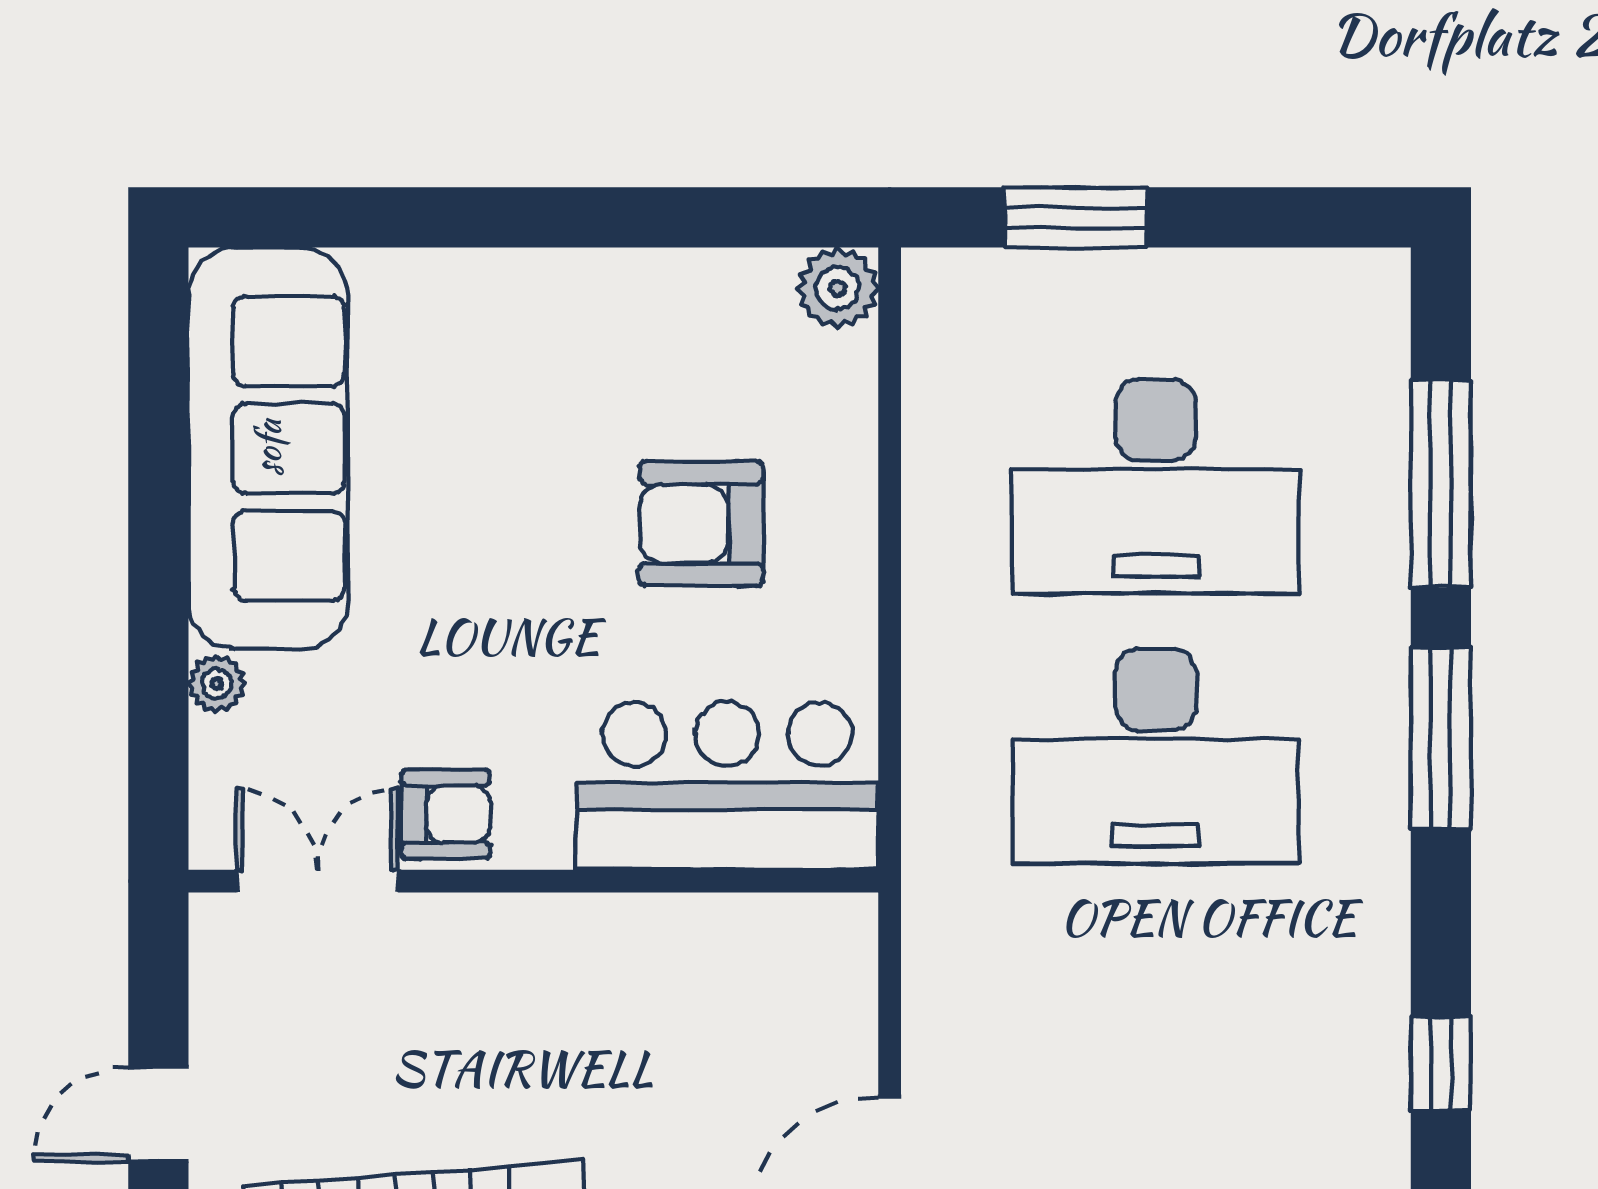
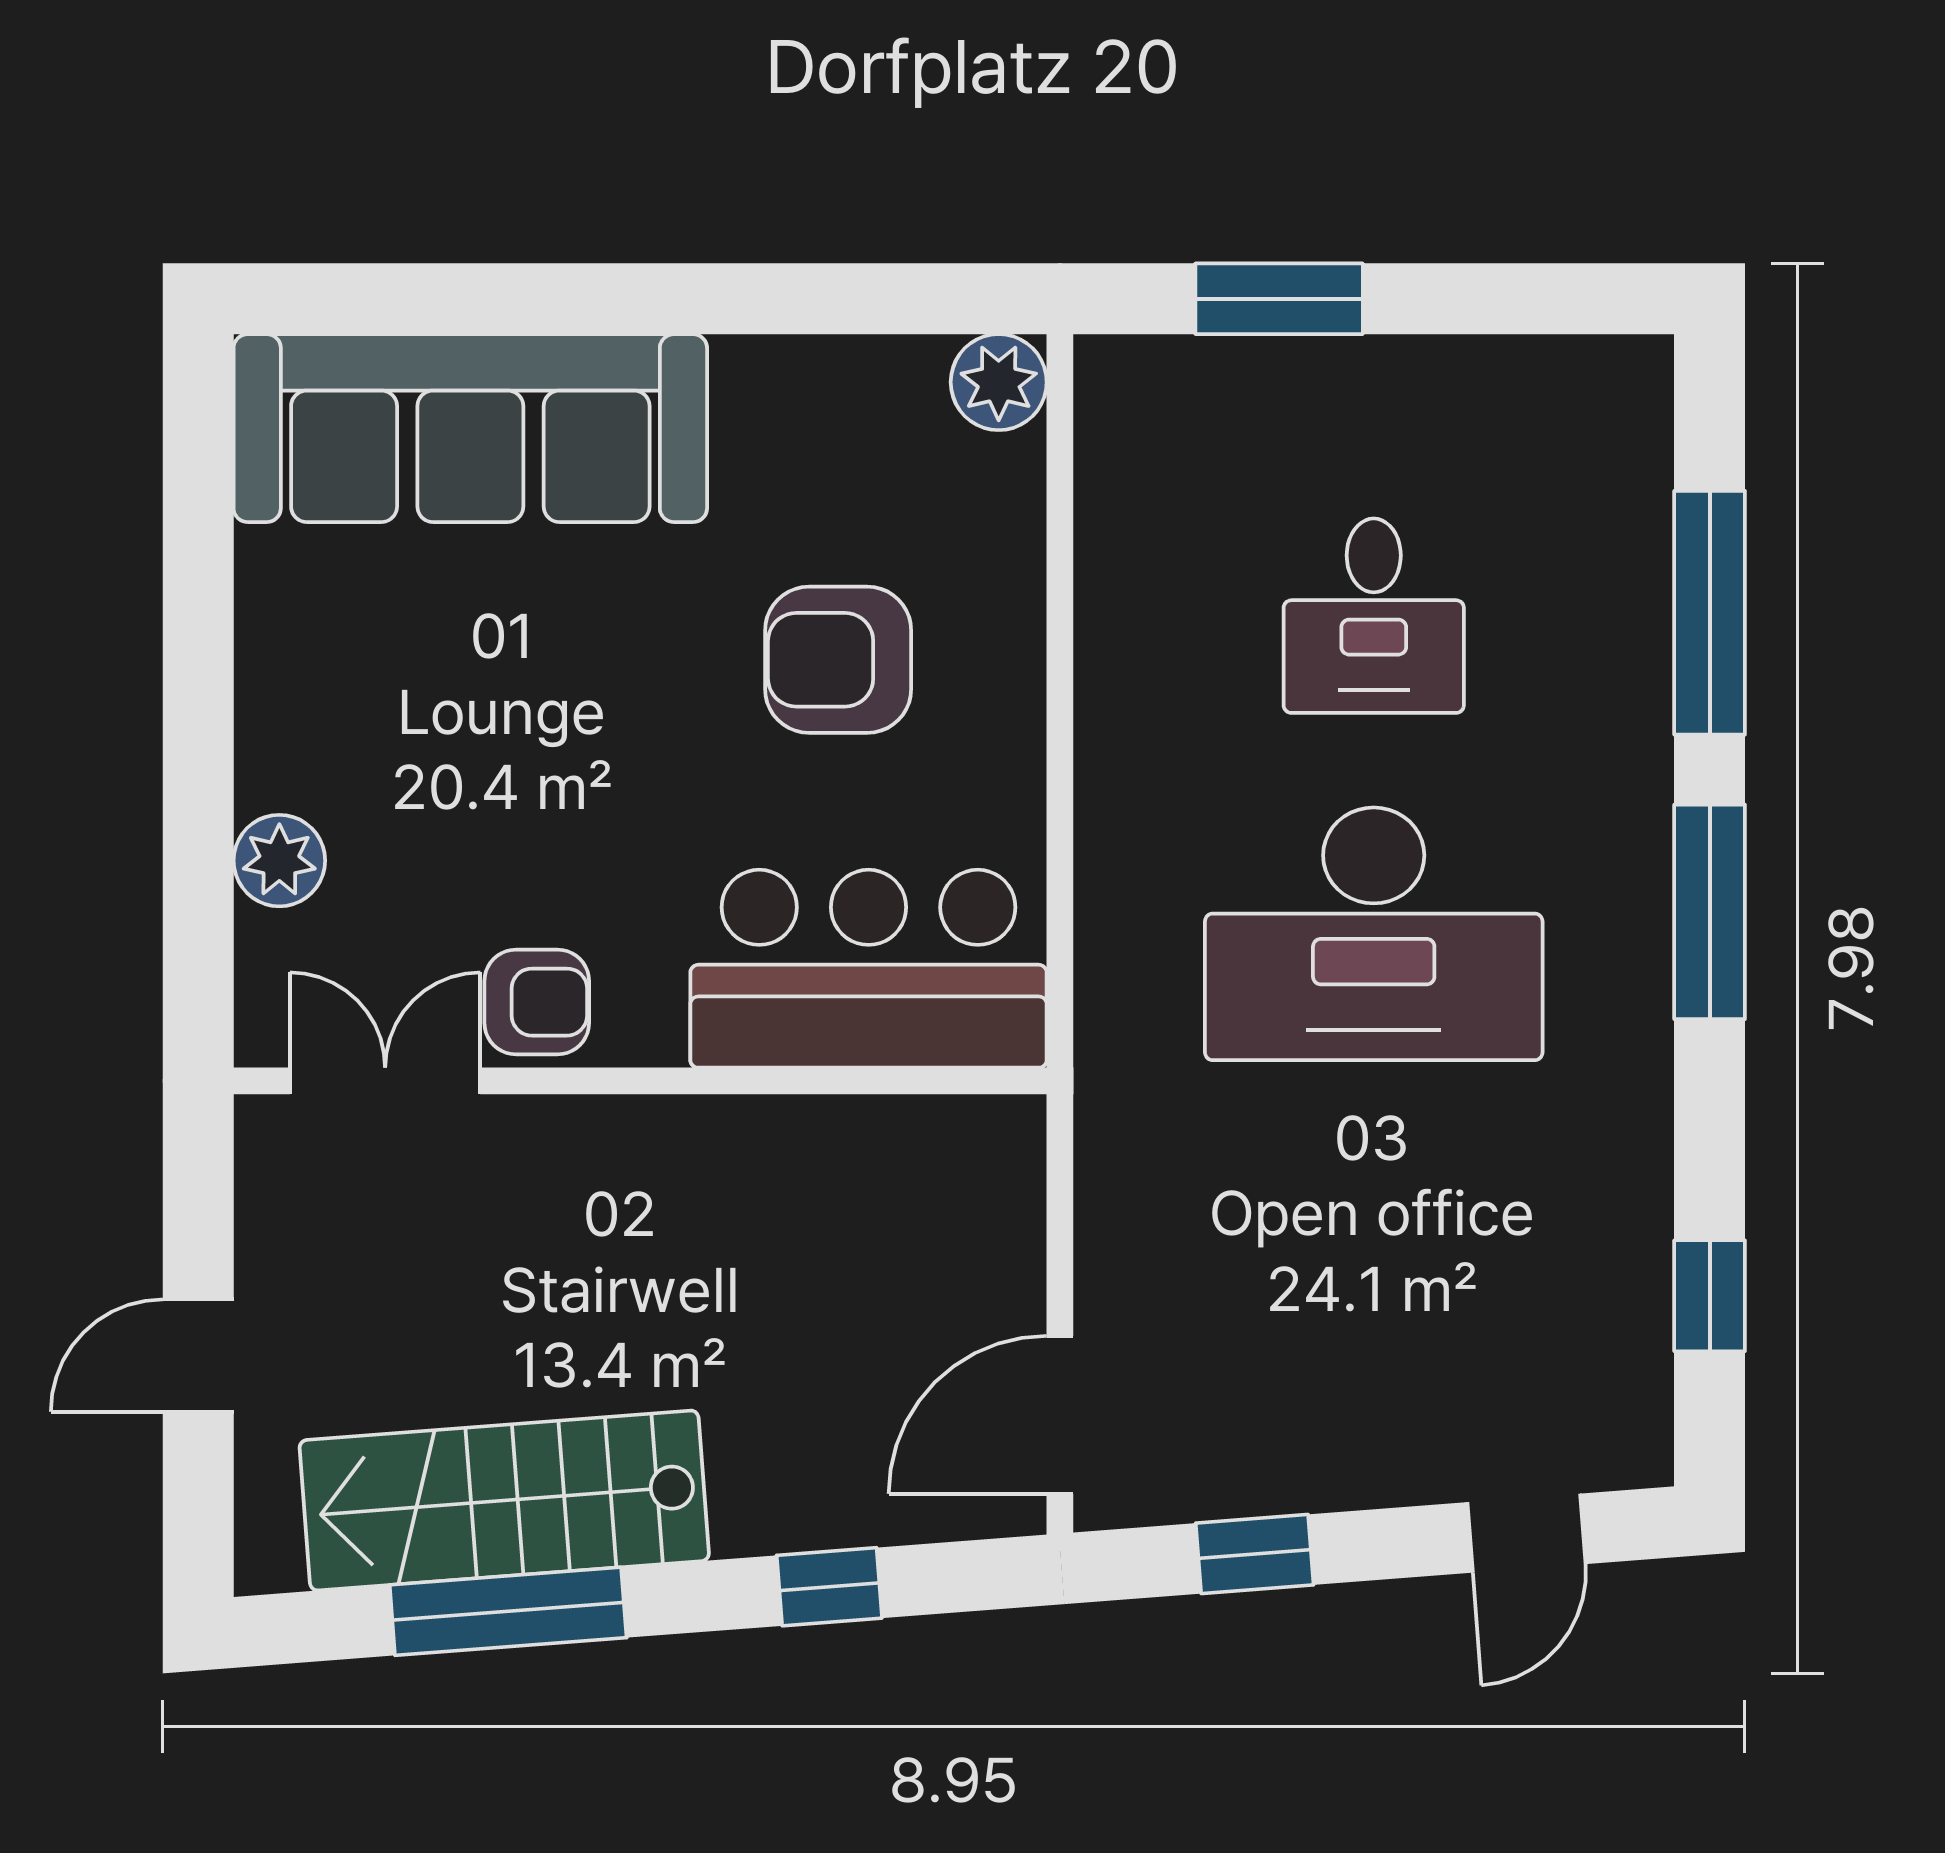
sofa: (268, 448) -> (470, 428), moved, turned 90
desk: (1156, 486) -> (1374, 616), width x0.53, depth x0.77
plant: (217, 684) -> (279, 861), width x1.38, depth x1.38

